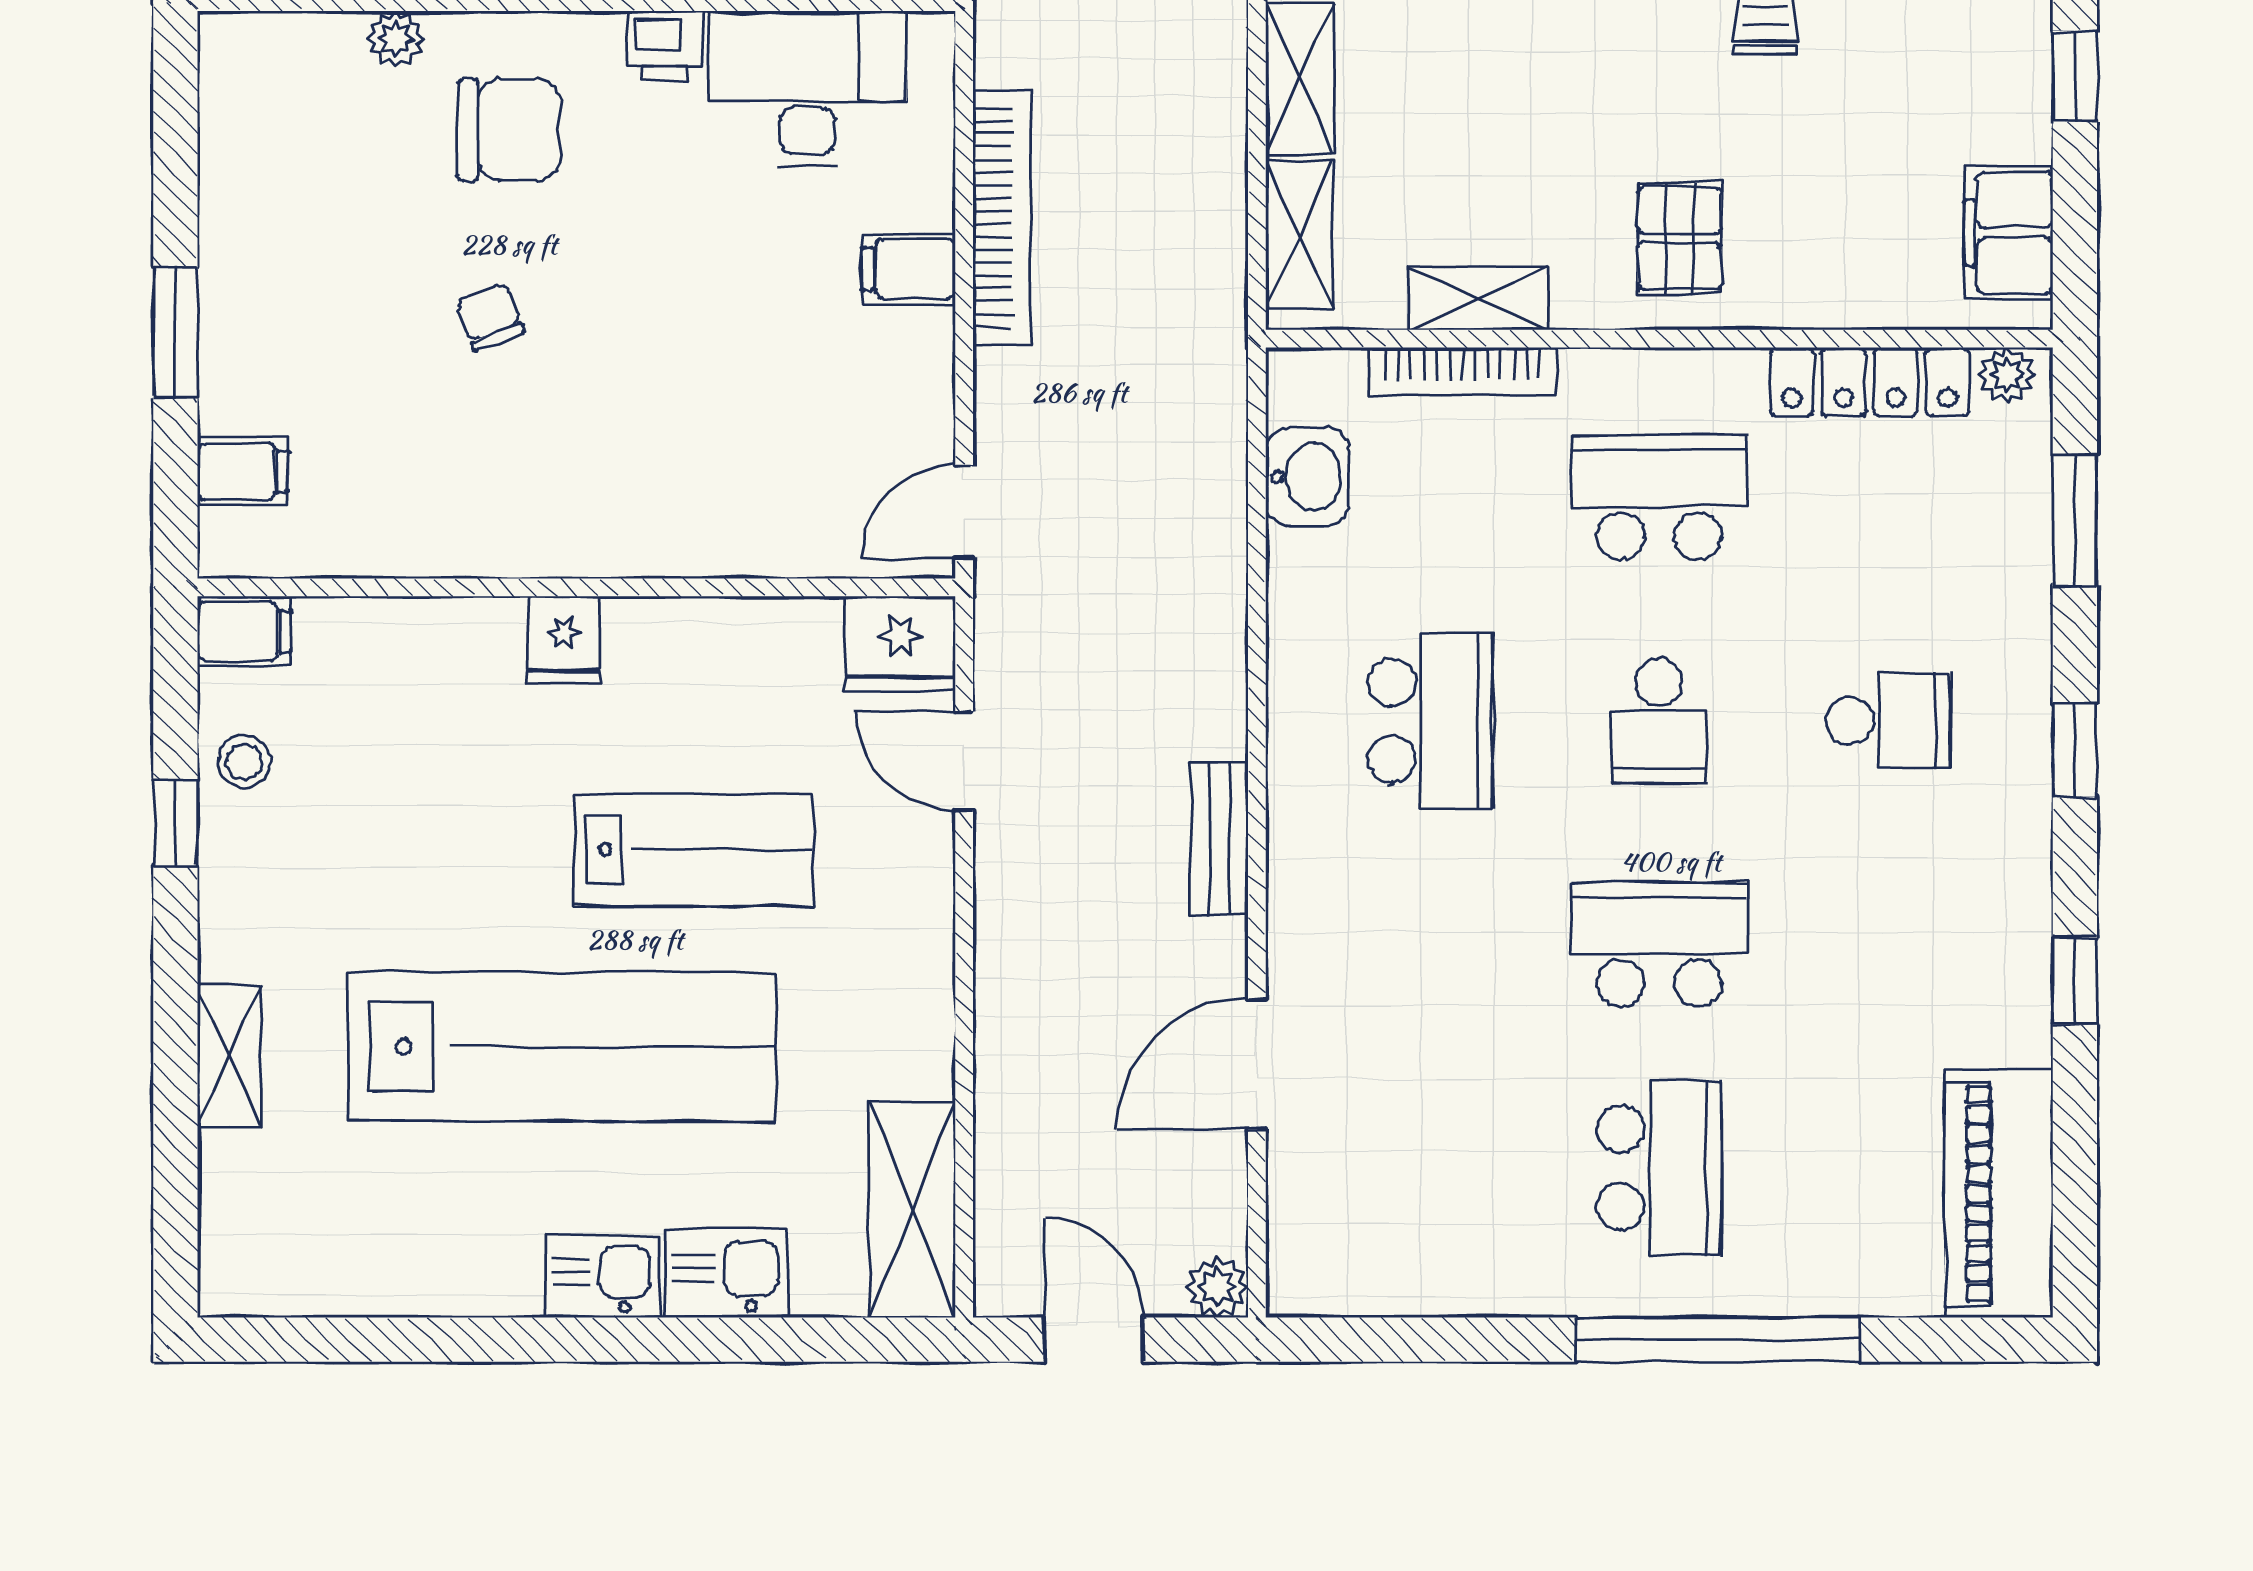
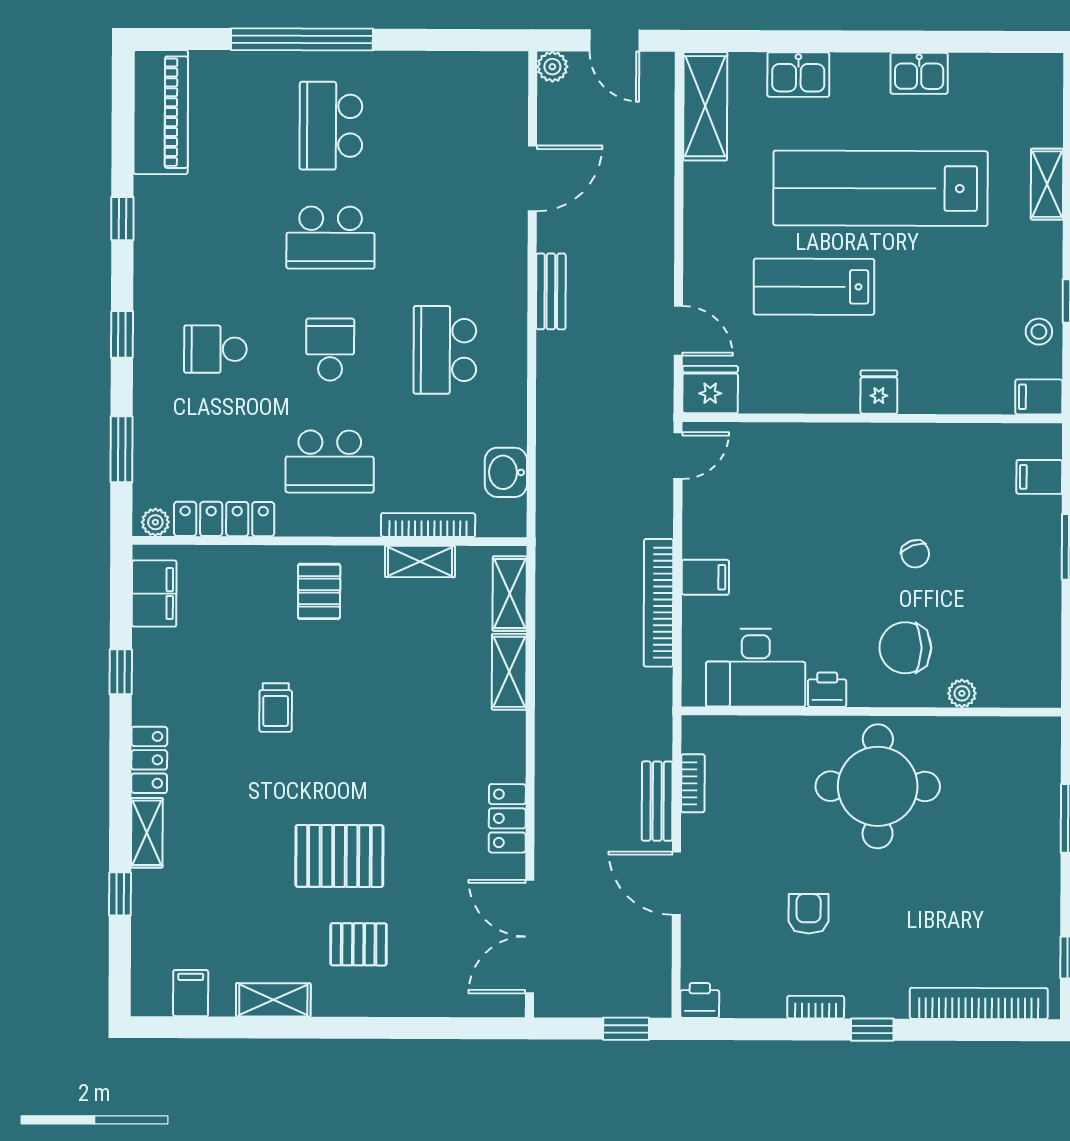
kitchen sink: (602, 1276) -> (919, 73), moved

